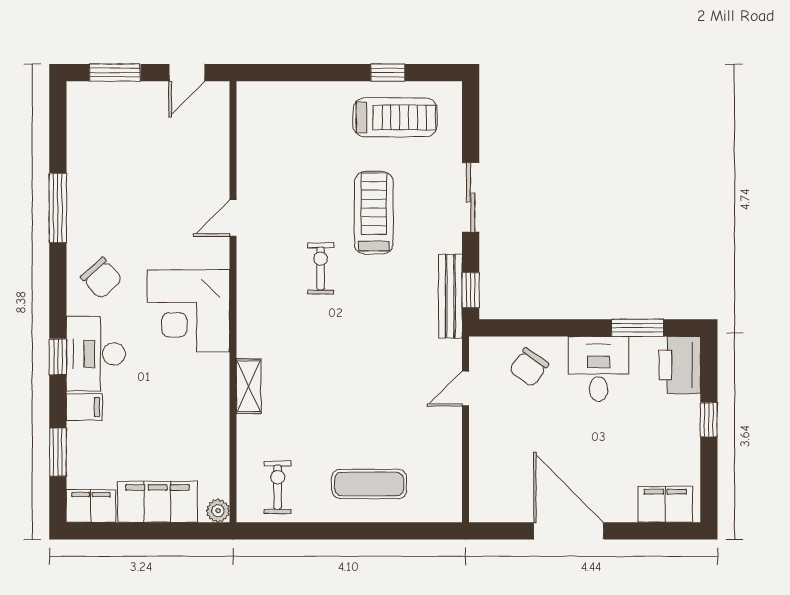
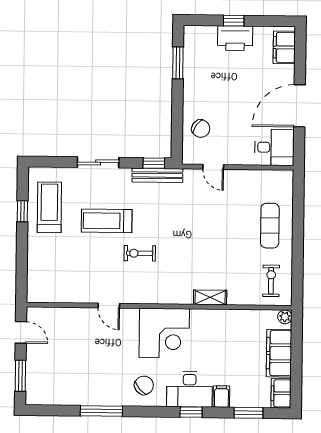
printer: (680, 365) -> (235, 38), moved
desk: (599, 369) -> (274, 147), moved, turned 180
exercise bike: (278, 487) -> (271, 281), turned 90

